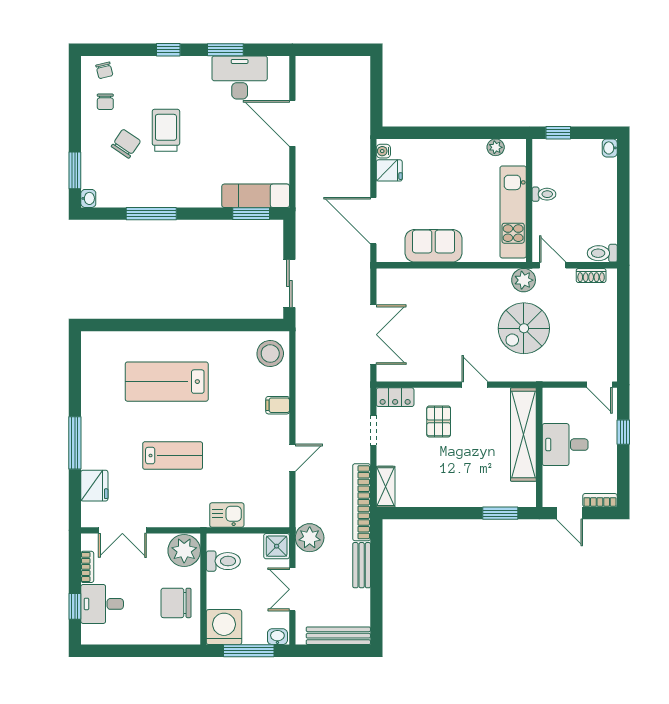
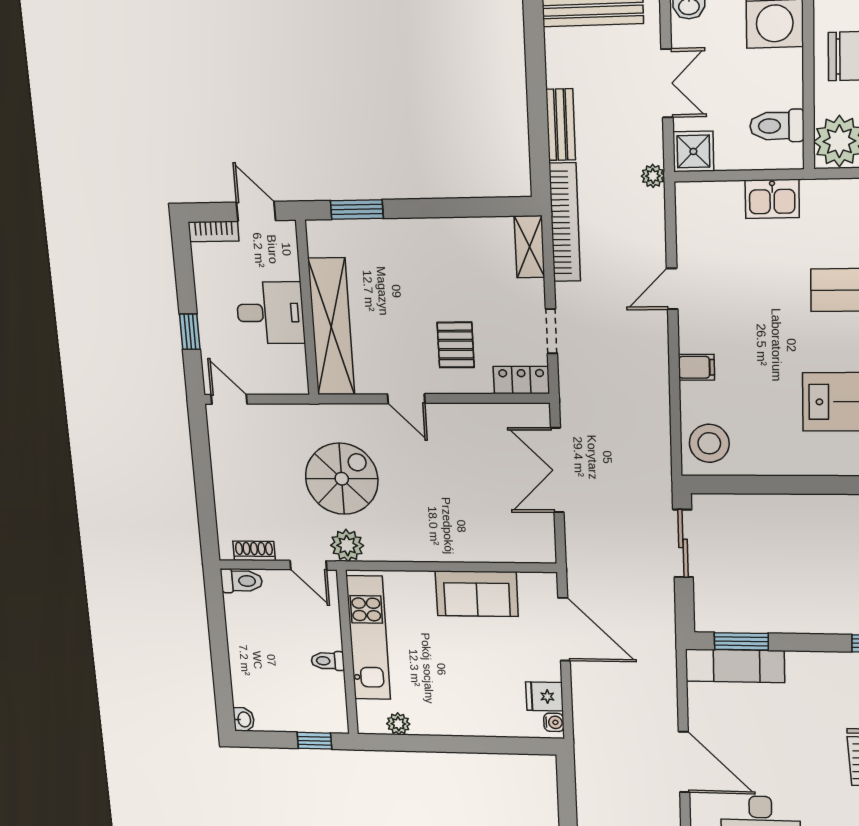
plant: (310, 538) -> (653, 176), width x0.53, depth x0.53

